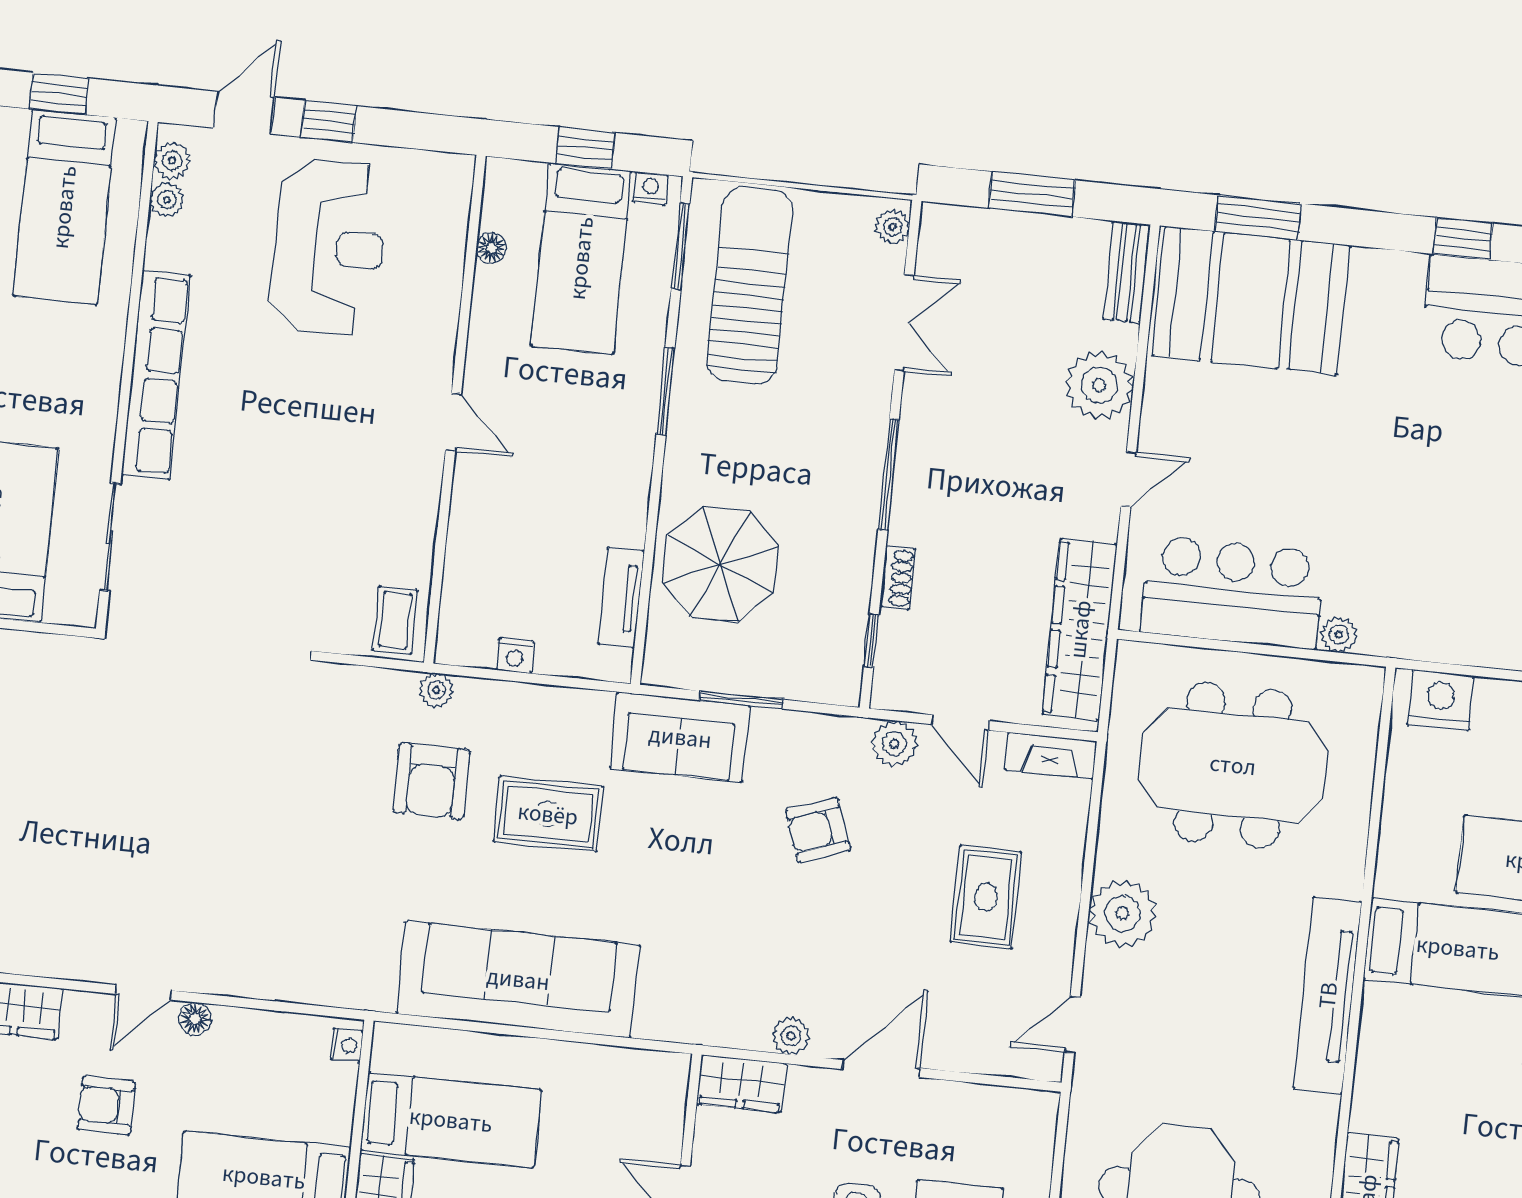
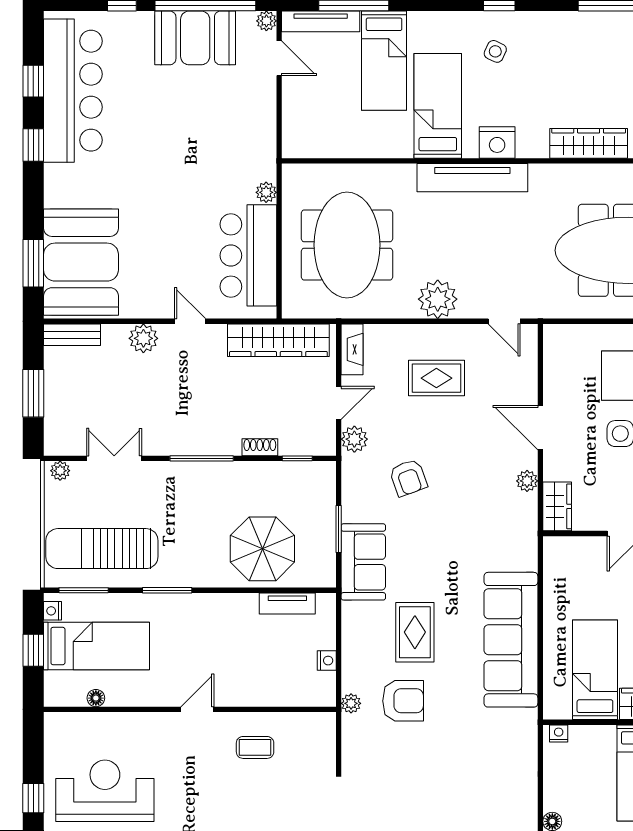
plant: (1099, 385) -> (143, 338), width x0.73, depth x0.73
coffee table: (395, 620) -> (255, 747), moved
nightstand: (1441, 700) -> (497, 142), moved, turned -90

